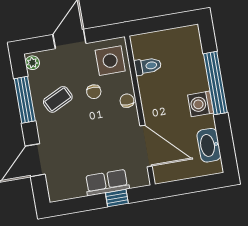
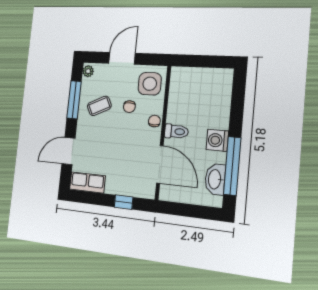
toilet: (148, 66) -> (176, 131), moved
window: (215, 83) -> (232, 166), moved
row of seats: (107, 183) -> (87, 183), moved

